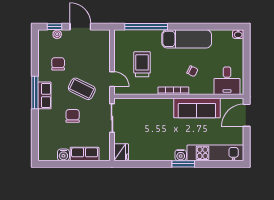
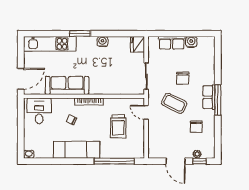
water cooler: (181, 155) -> (102, 42), moved

